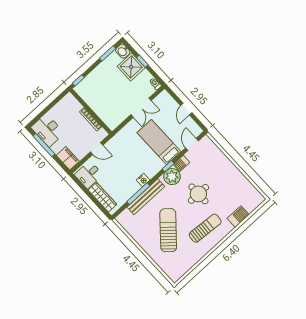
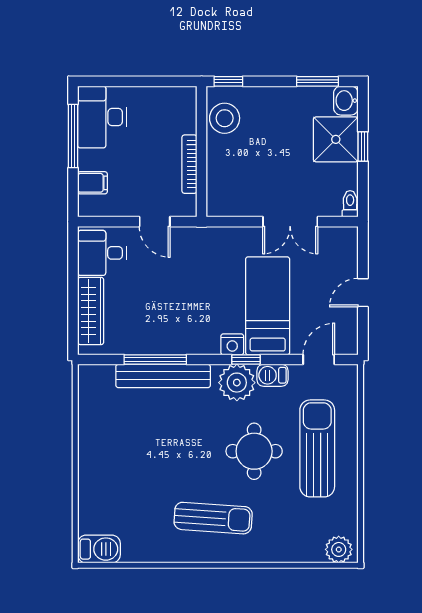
stool: (88, 94) -> (225, 118), added
filing cabinet: (68, 158) -> (93, 183), width x0.50
nightstand: (143, 180) -> (232, 344), moved
plant: (256, 201) -> (339, 549), added
barbecue: (238, 217) -> (99, 549), moved
sun lounger: (168, 230) -> (317, 448), moved, turned -41

